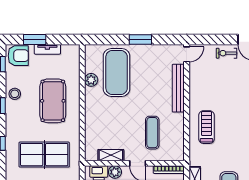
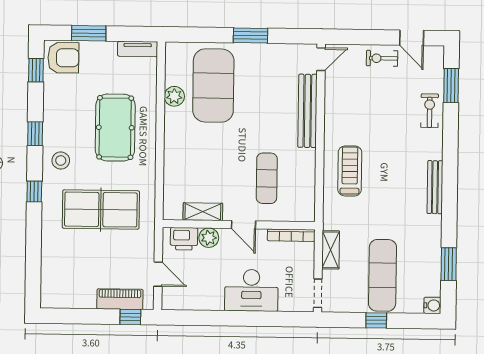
tv unit: (47, 49) -> (138, 49), moved
stool: (15, 94) -> (61, 160), moved

